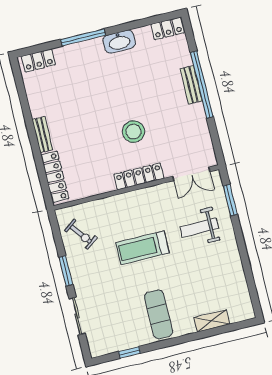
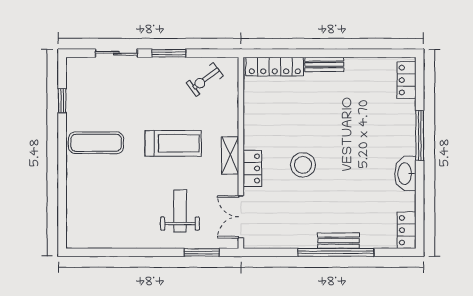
locker: (139, 176) -> (252, 168), width x0.66
treadmill: (143, 248) -> (173, 143), turned 90
shelving: (212, 321) -> (230, 155), moved

